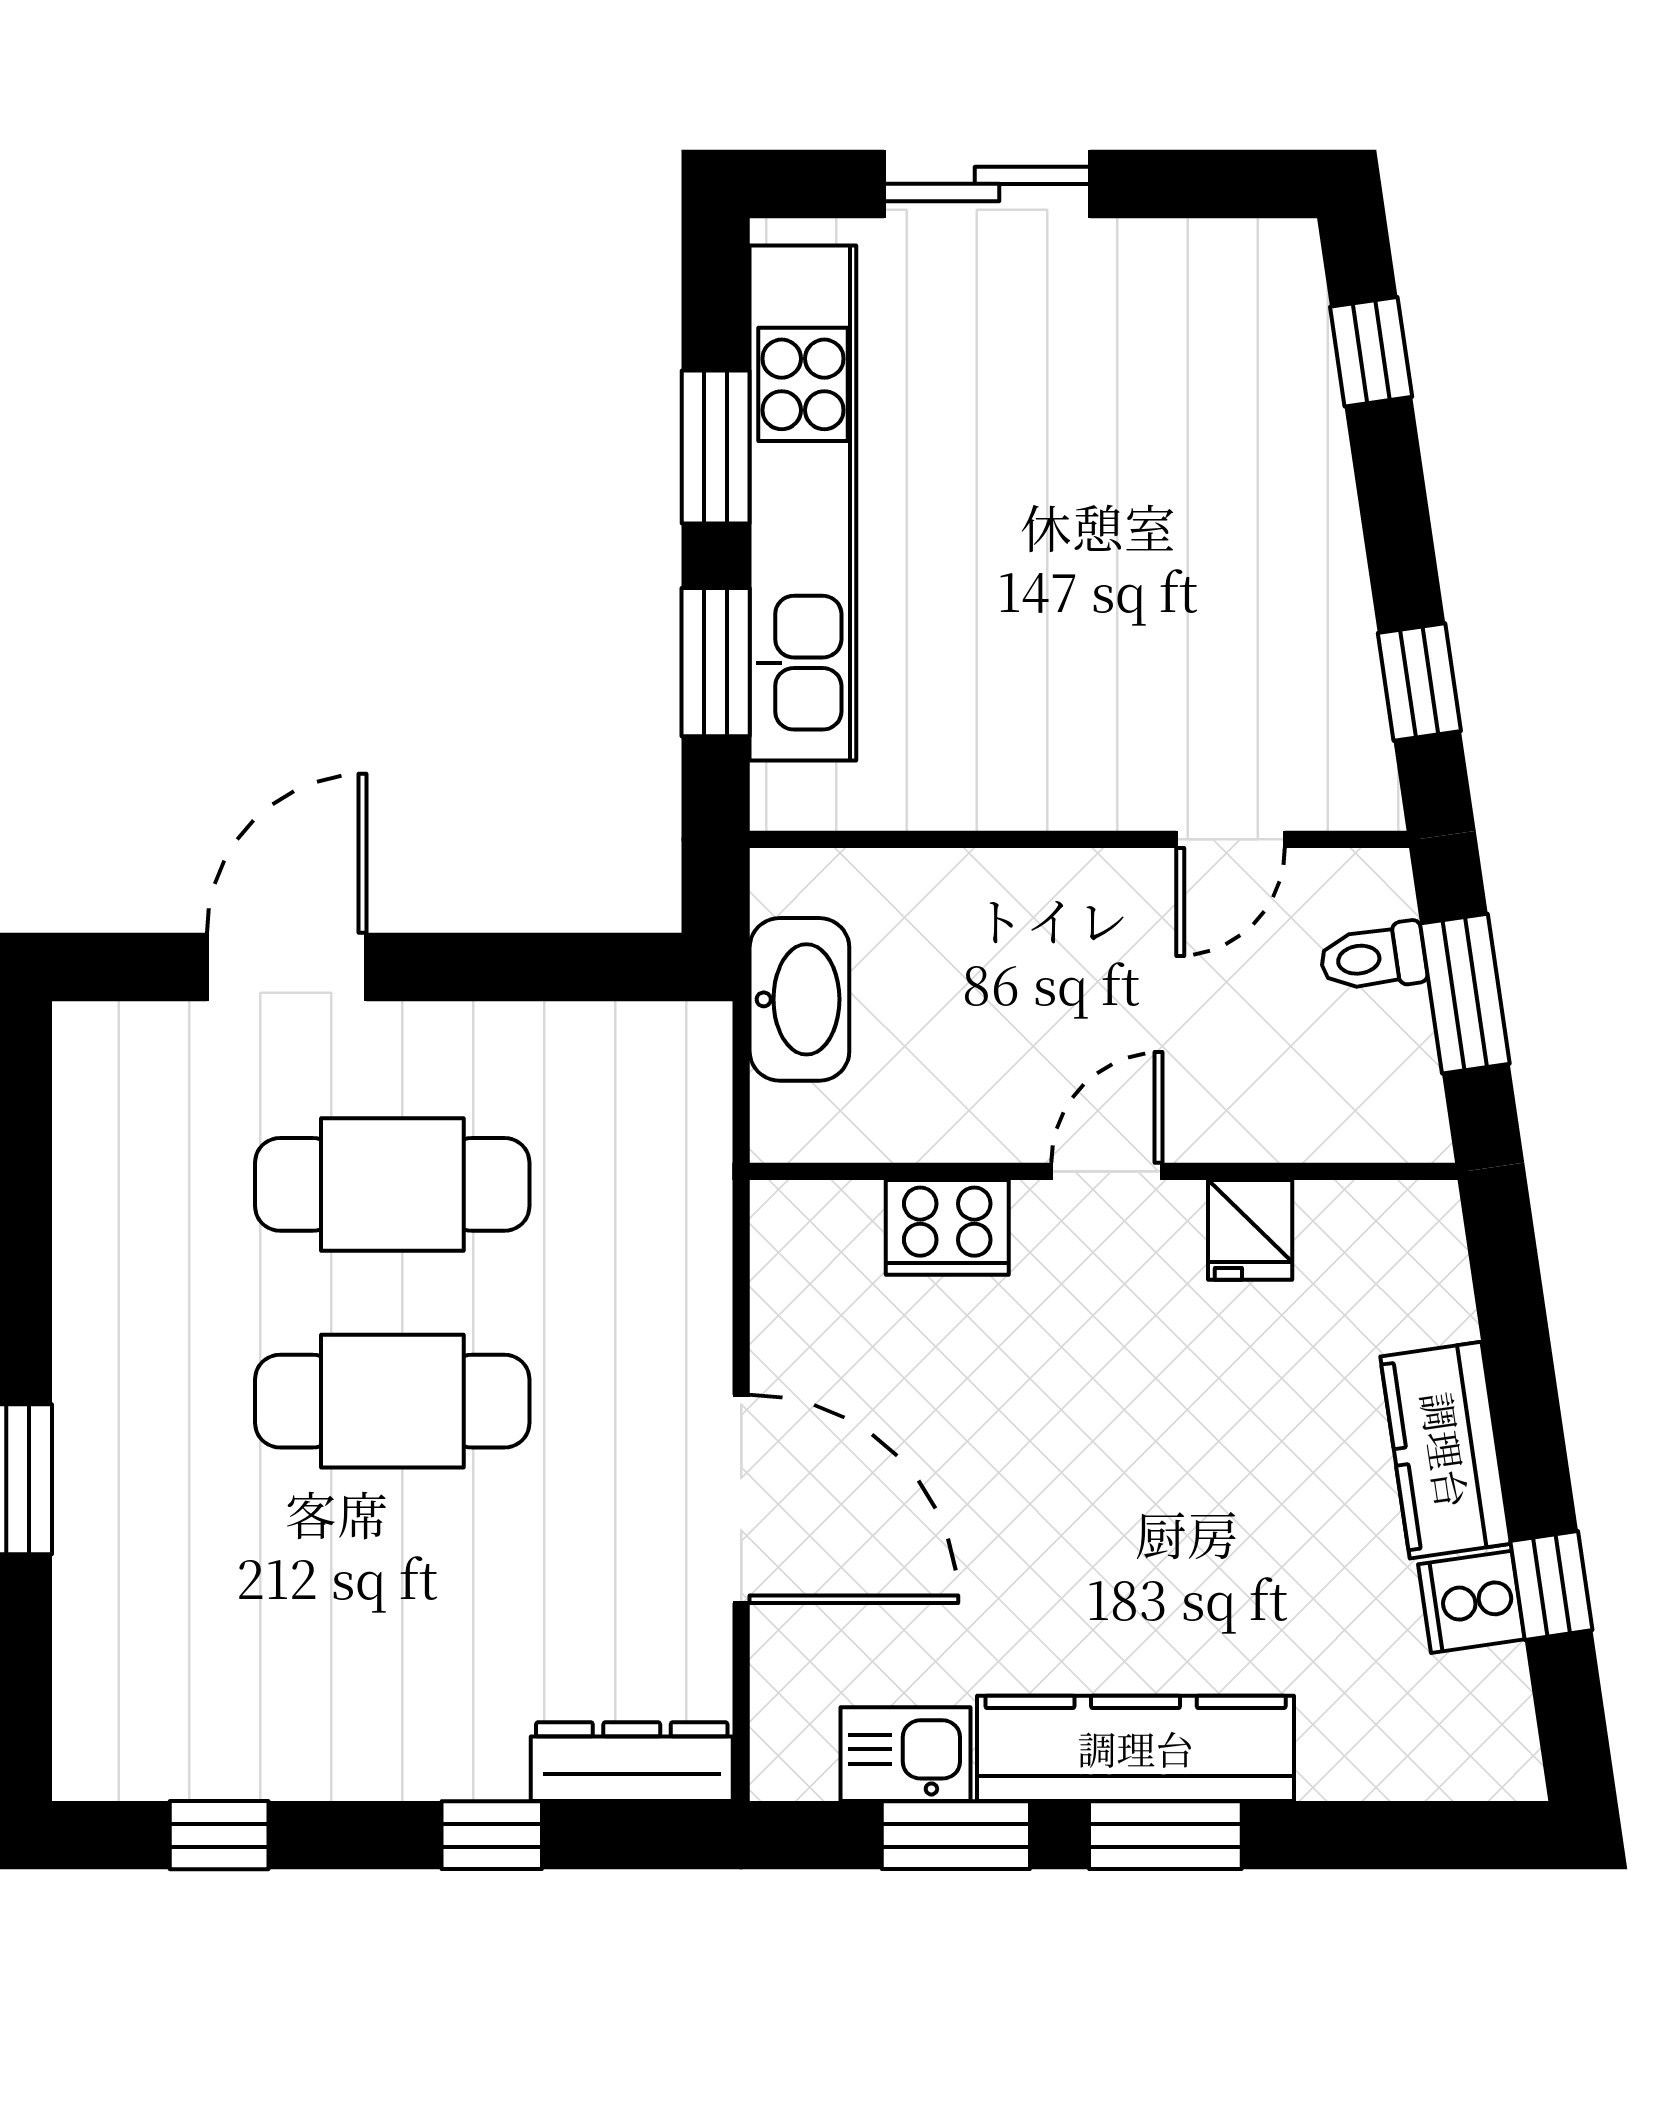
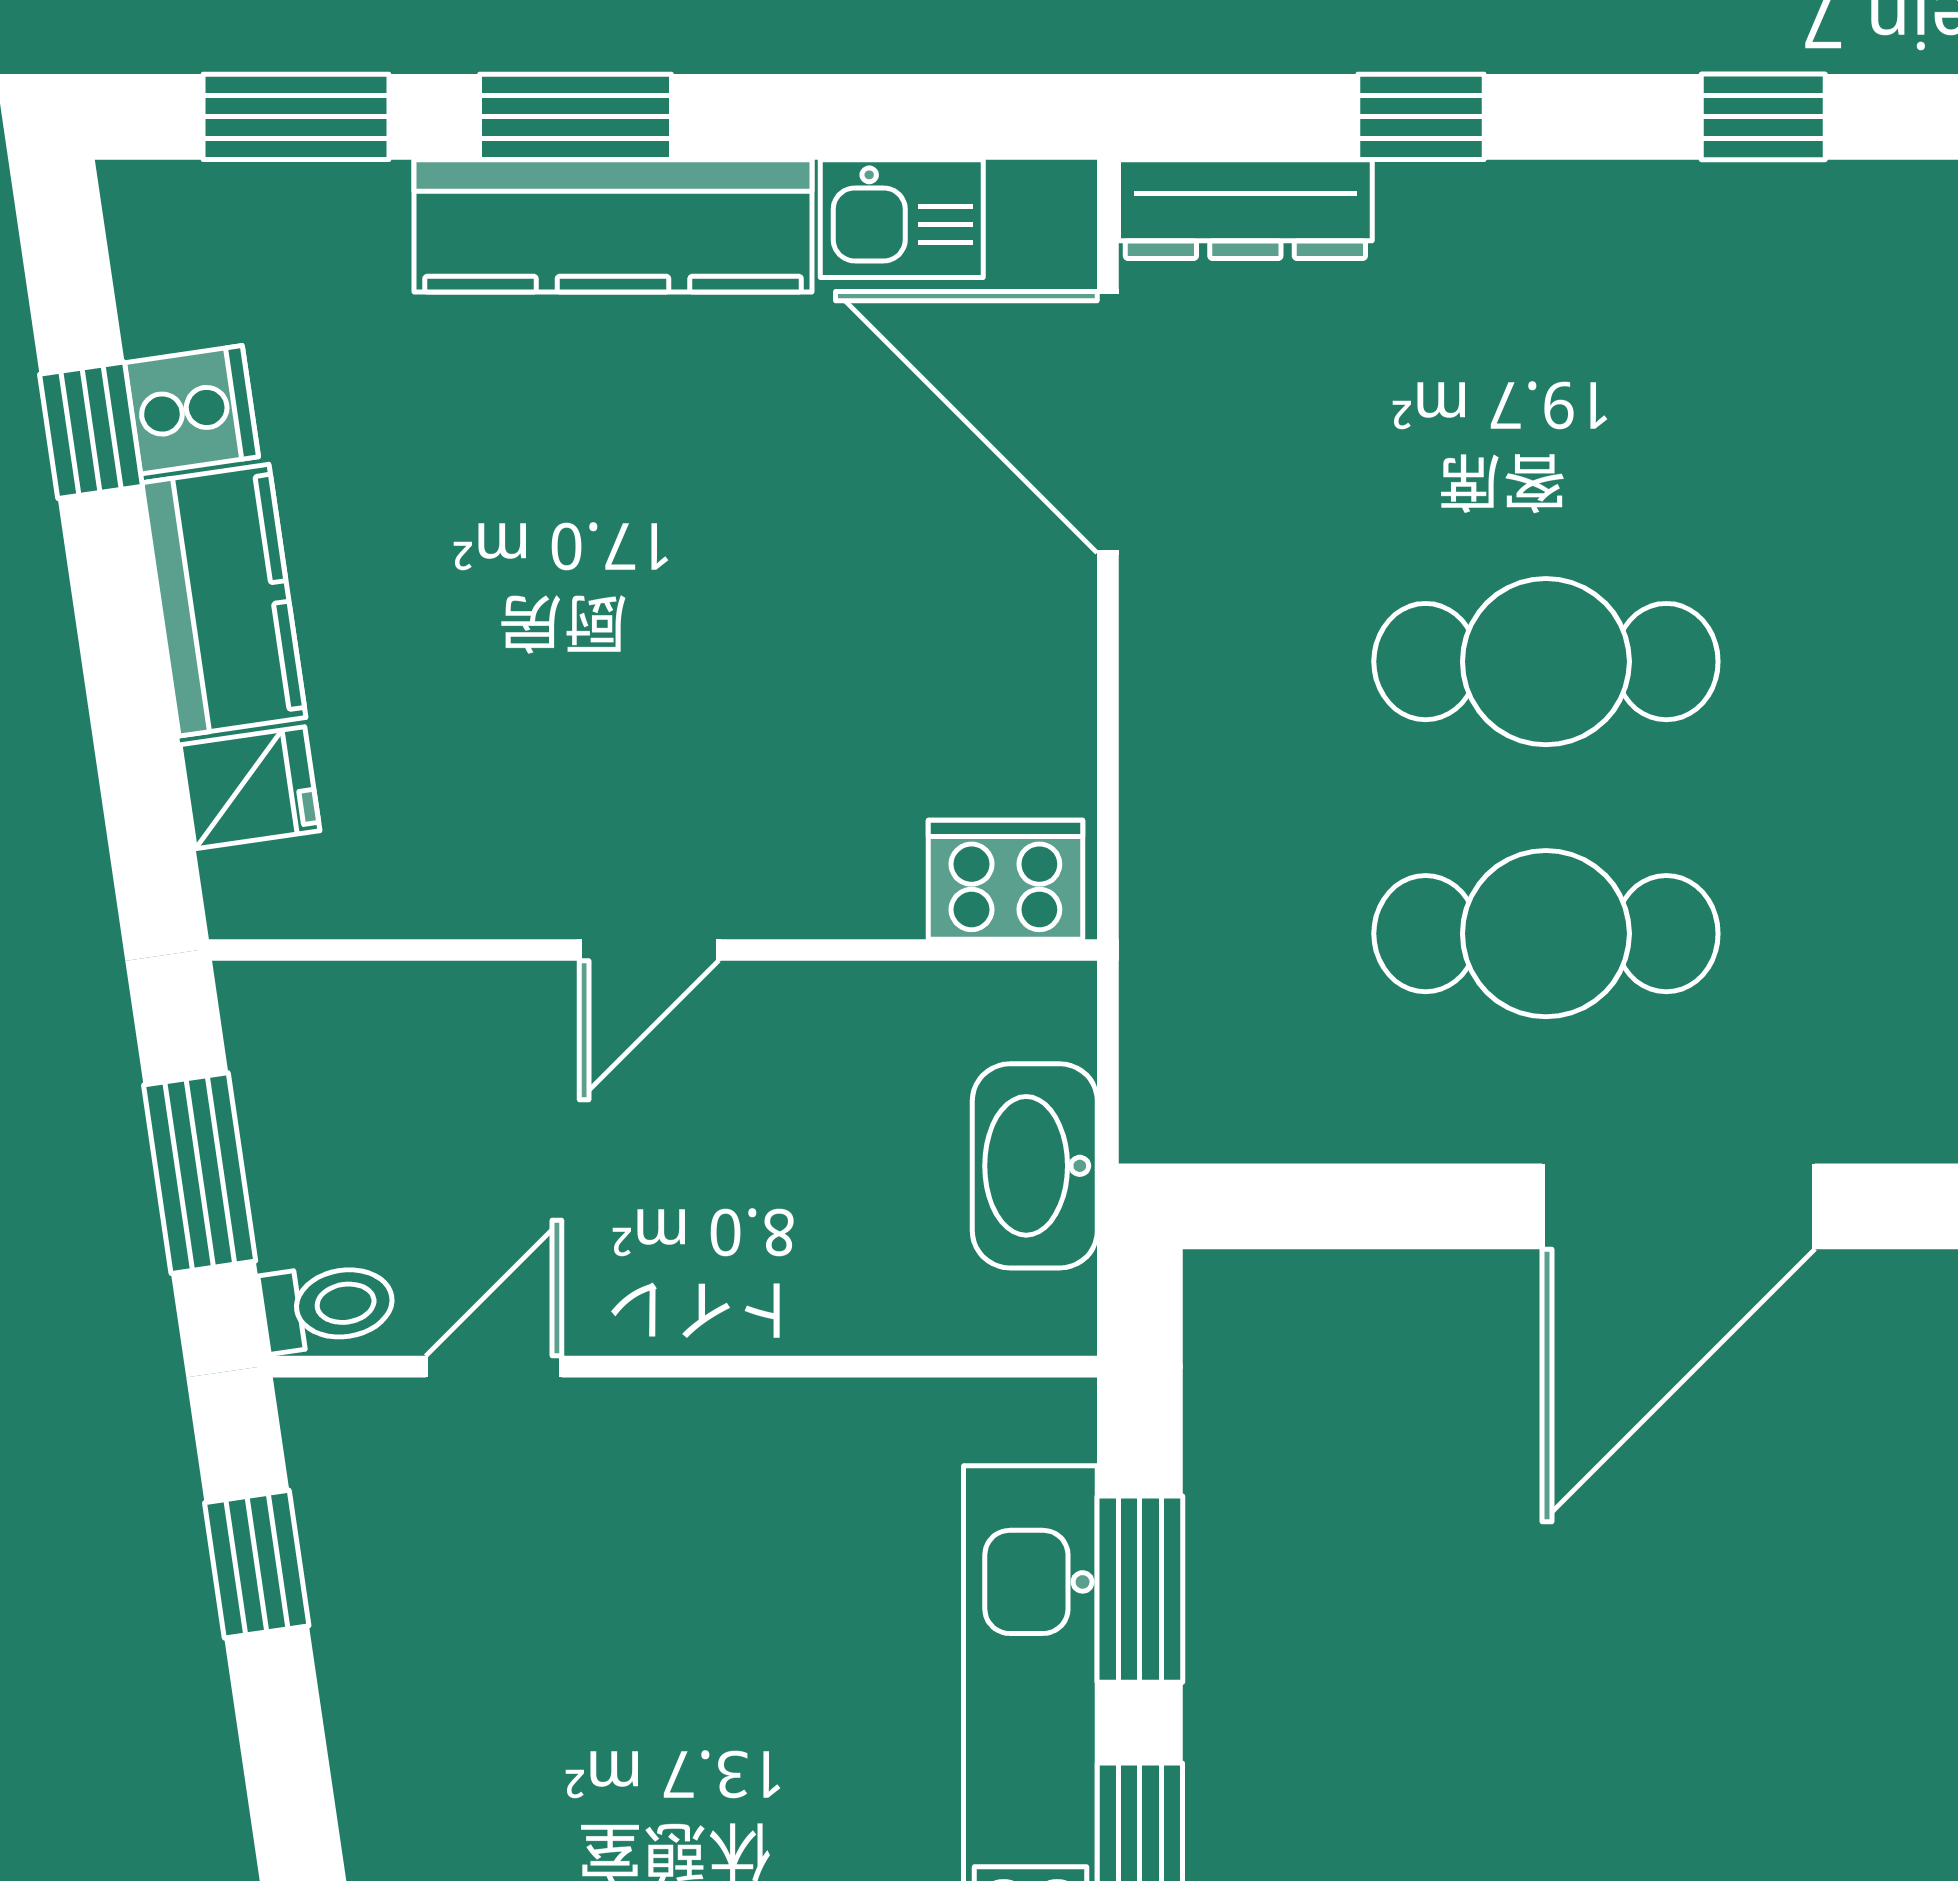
toilet: (1373, 958) -> (328, 1306), moved
door: (287, 967) -> (1678, 1206), width x1.36
cooker: (947, 1227) -> (1005, 880), moved
fridge: (1250, 1230) -> (250, 788), moved, turned 82
door: (741, 1499) -> (1108, 422), moved
window: (956, 1835) -> (296, 117), moved

